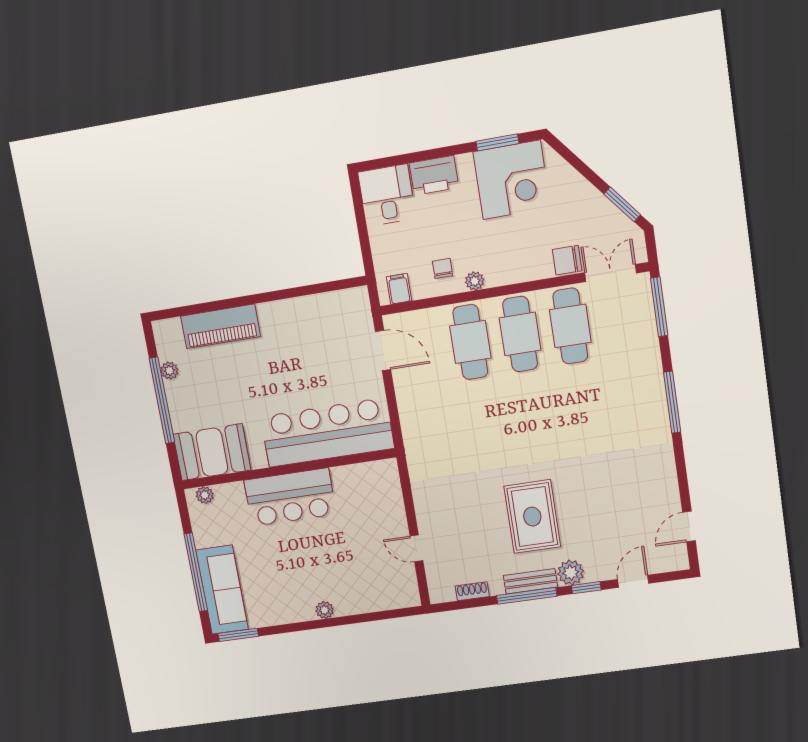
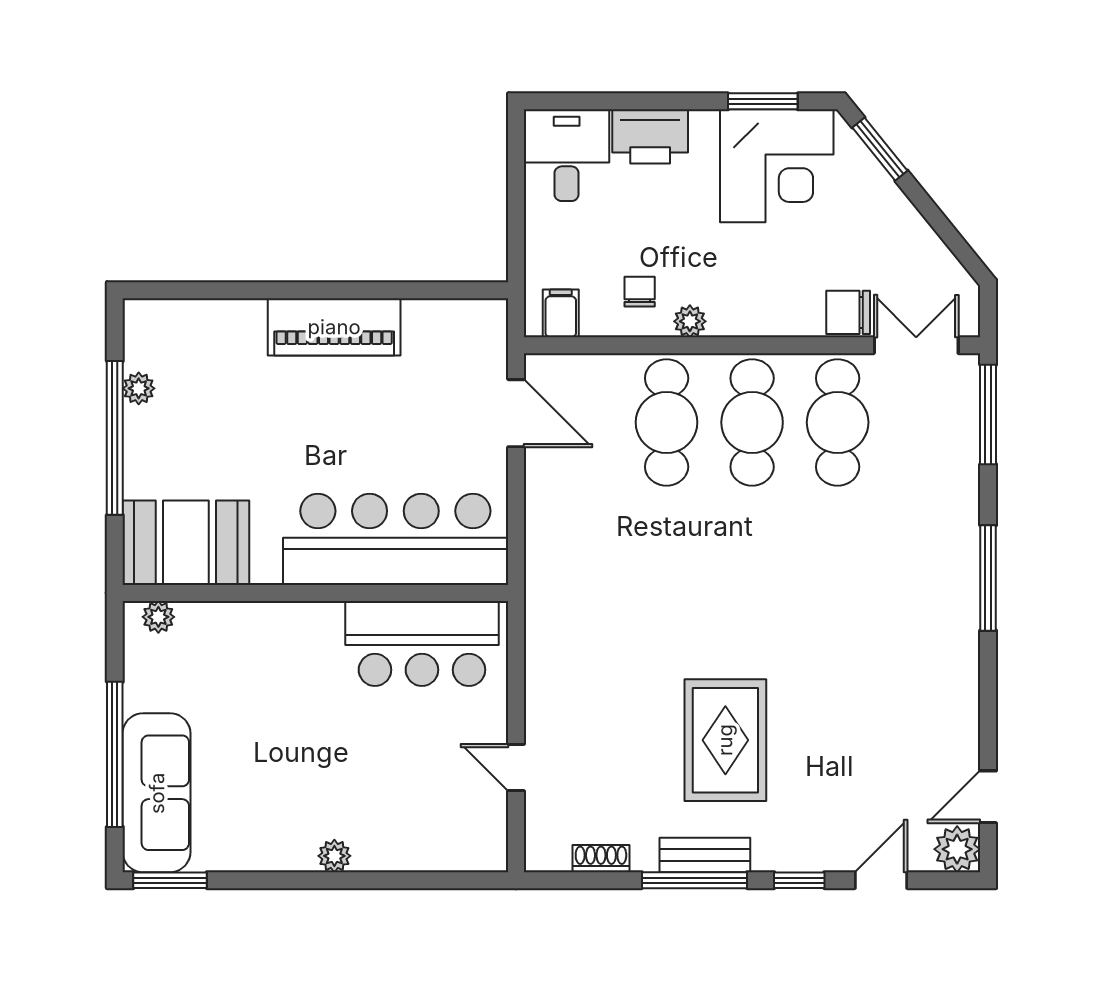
window: (622, 204) -> (880, 149), moved
piano: (221, 326) -> (334, 327), moved
bar counter: (290, 497) -> (422, 643), moved
plant: (571, 573) -> (957, 849), moved

